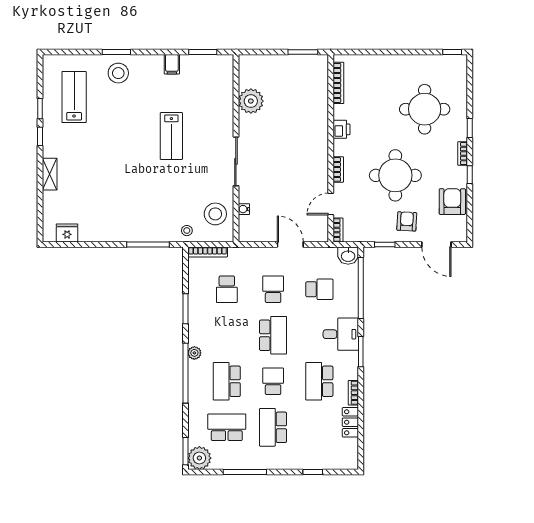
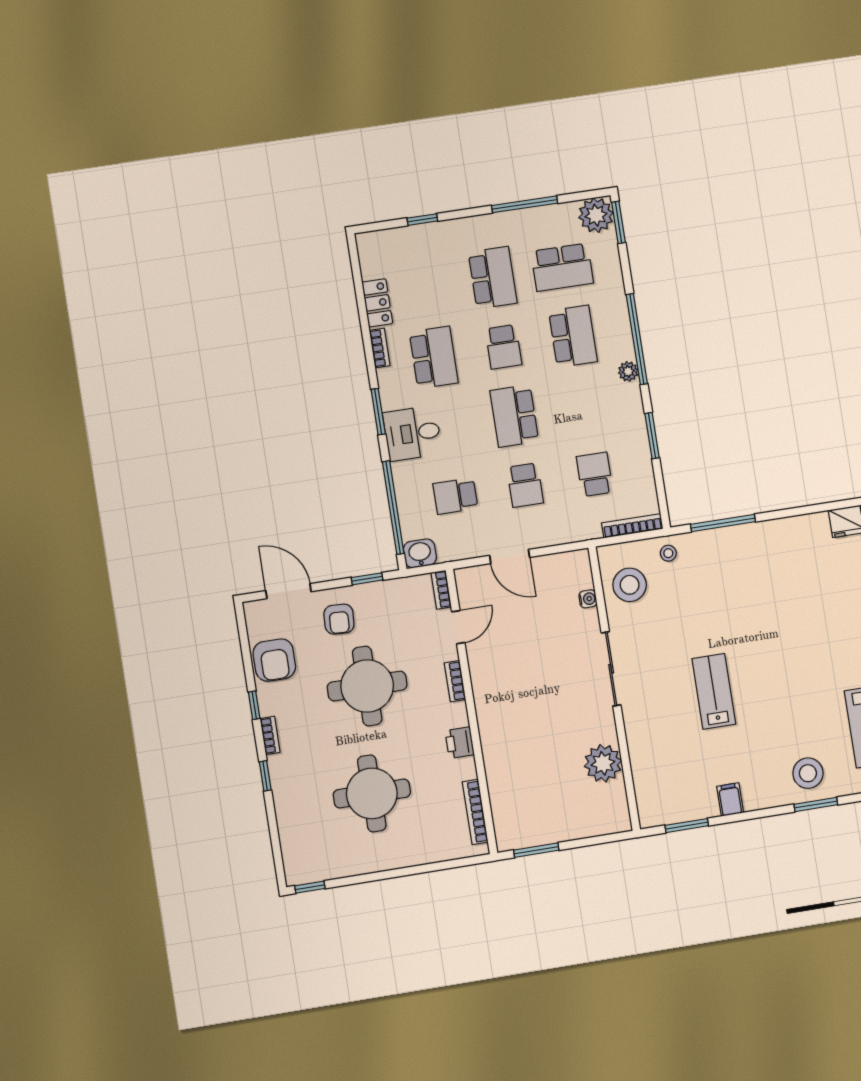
round table: (425, 109) -> (372, 793), moved

